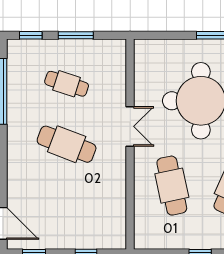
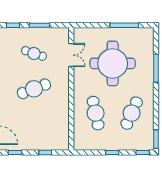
double door: (130, 126) -> (71, 55), moved
cafe table: (67, 144) -> (34, 89), turned -42

